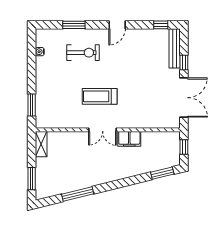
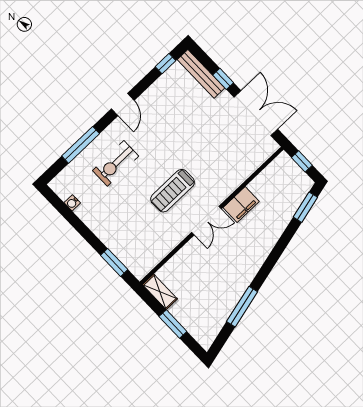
window: (74, 25) -> (81, 145), width x1.44
exercise bike: (83, 53) -> (116, 163), turned 180
window: (32, 179) -> (173, 324), moved

